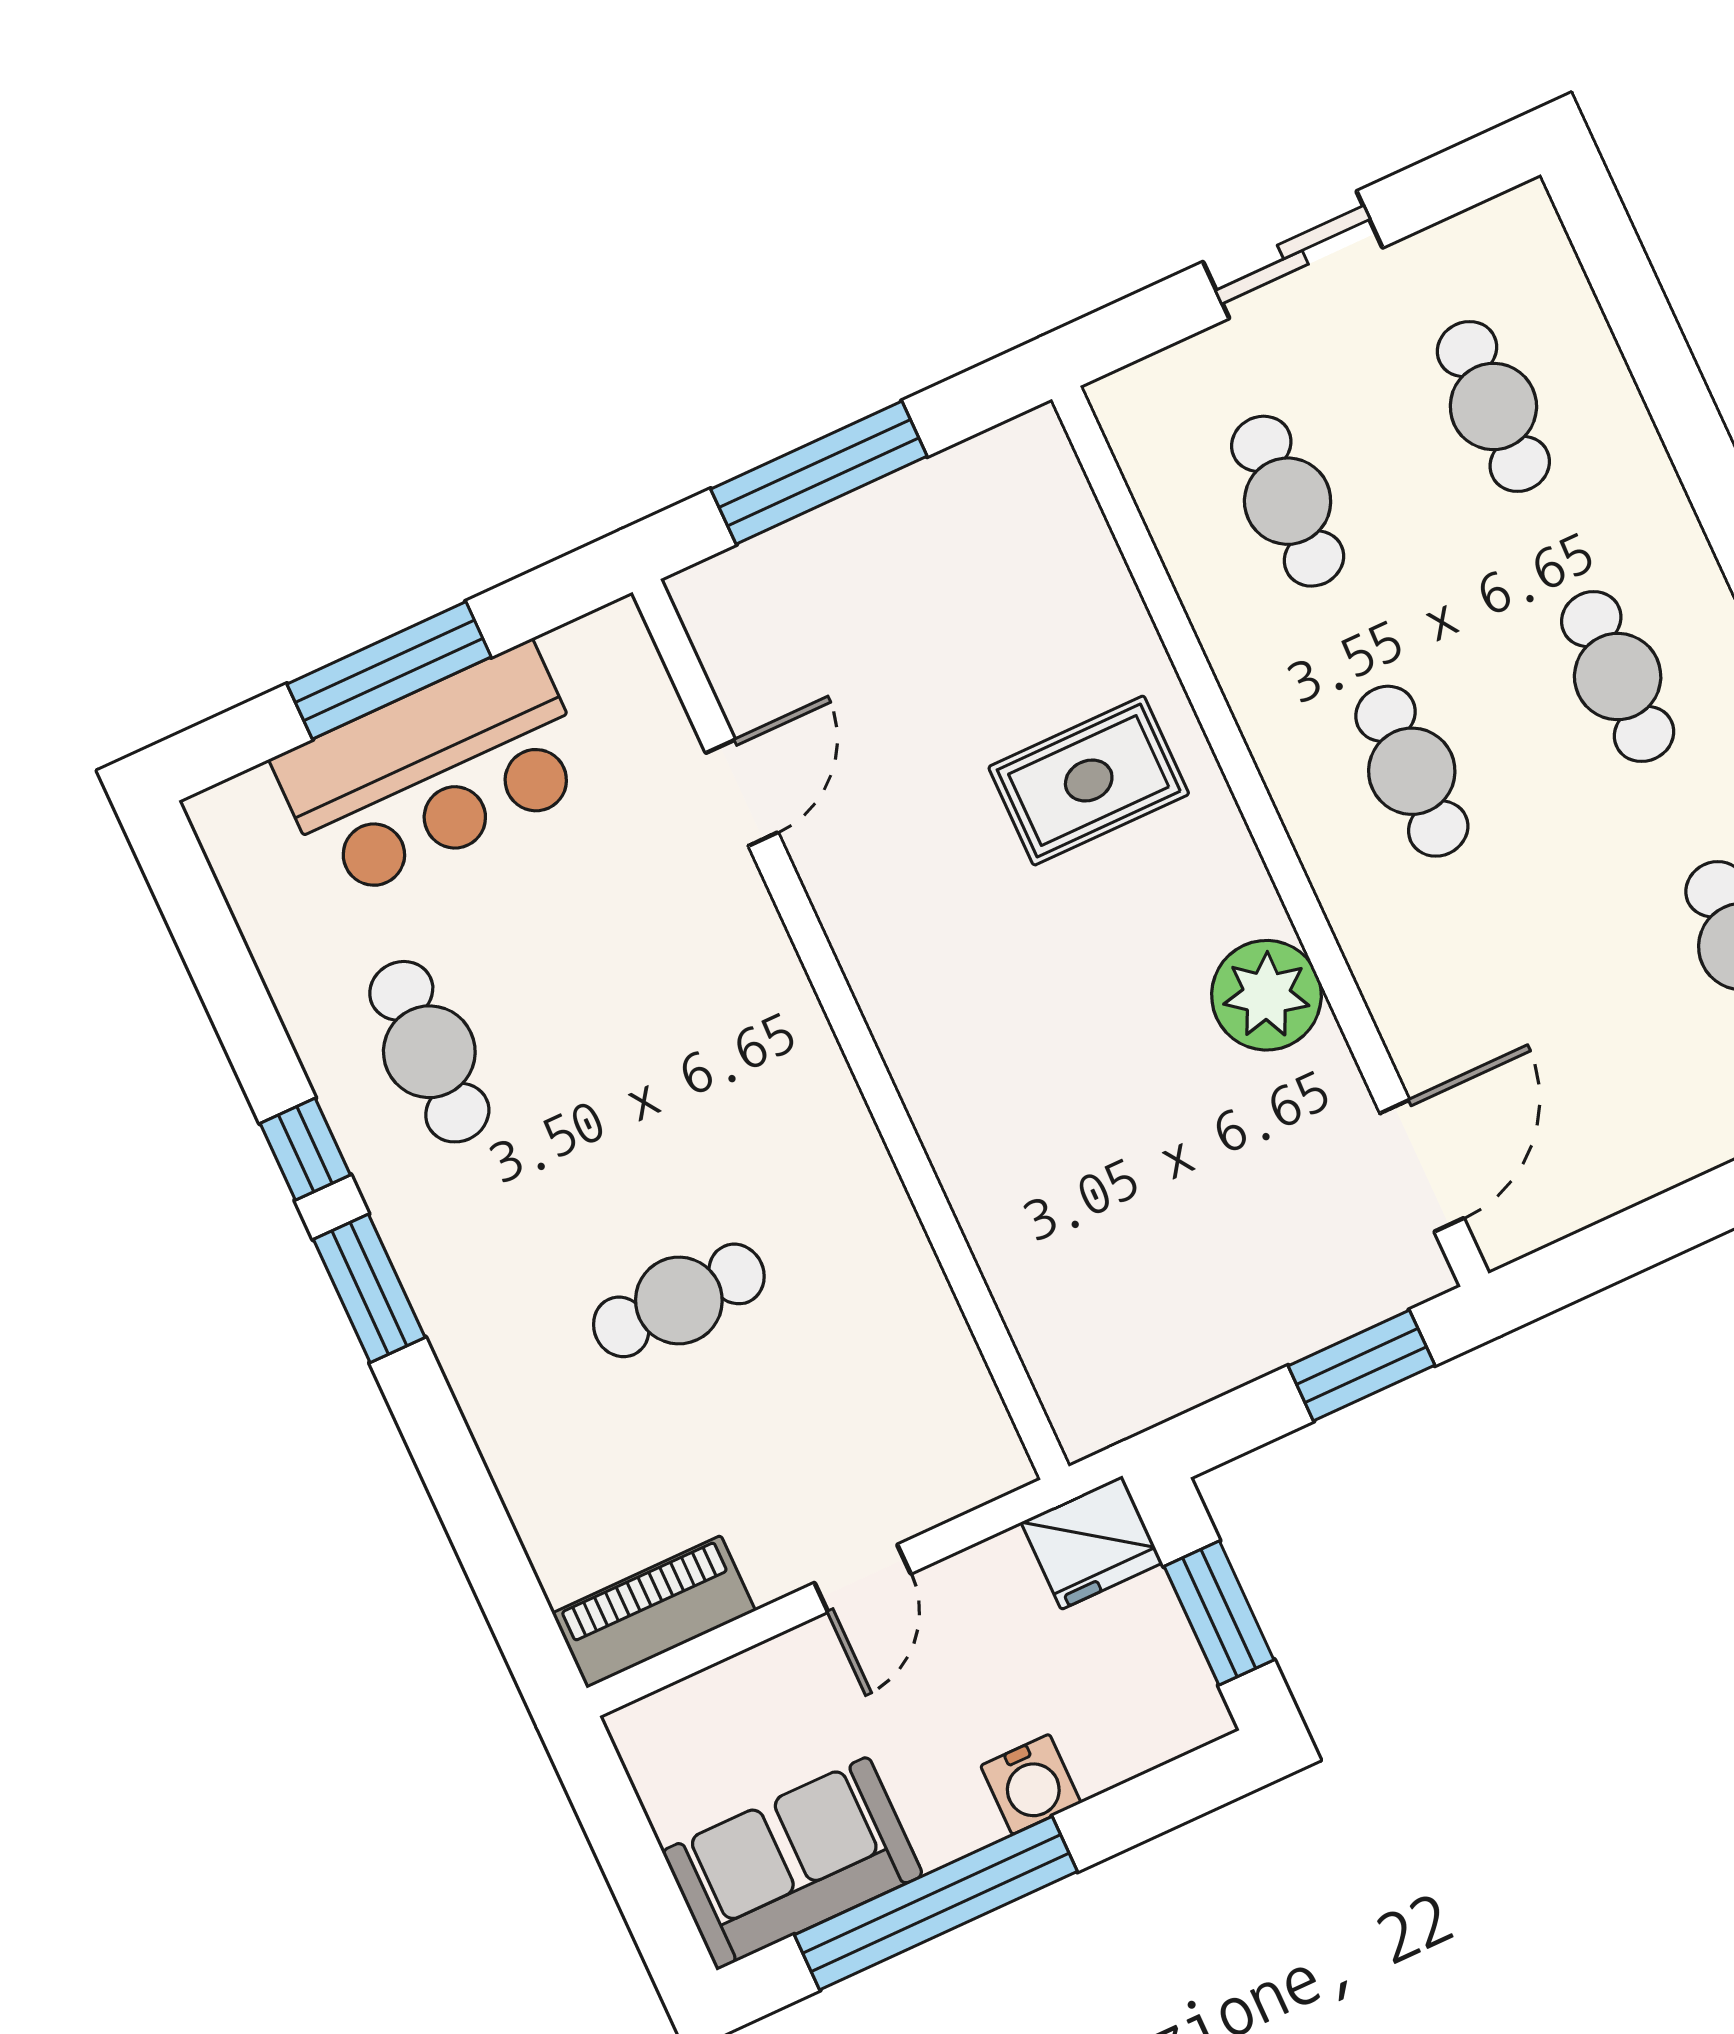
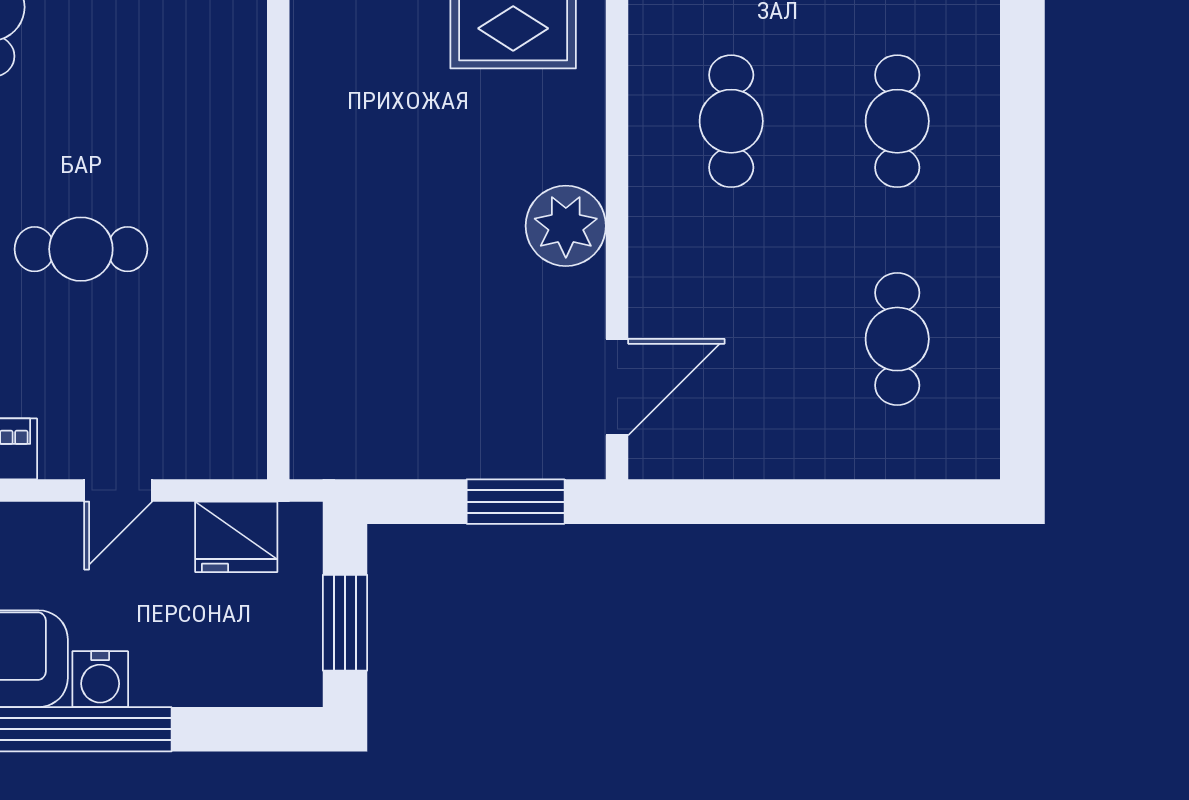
fridge: (1092, 1543) -> (236, 537), moved
water cooler: (1031, 1784) -> (100, 679), moved

